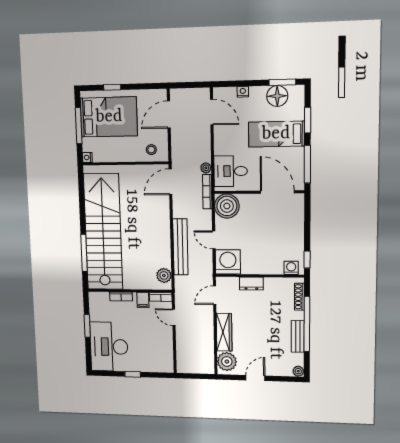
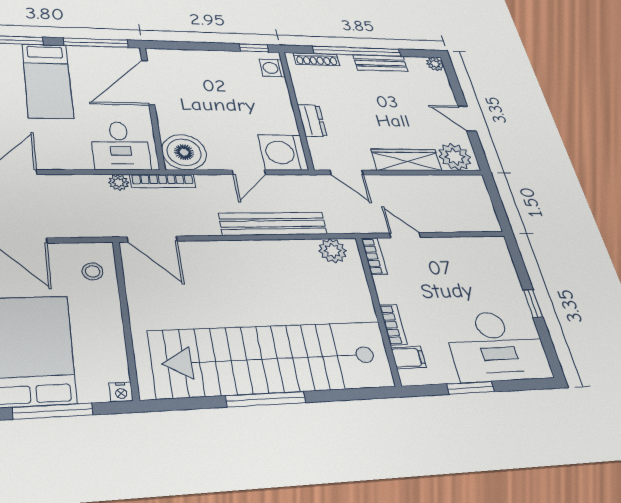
window: (84, 253) -> (266, 399), moved
filing cabinet: (143, 300) -> (408, 358), moved
door: (174, 317) -> (405, 235), swing flipped

